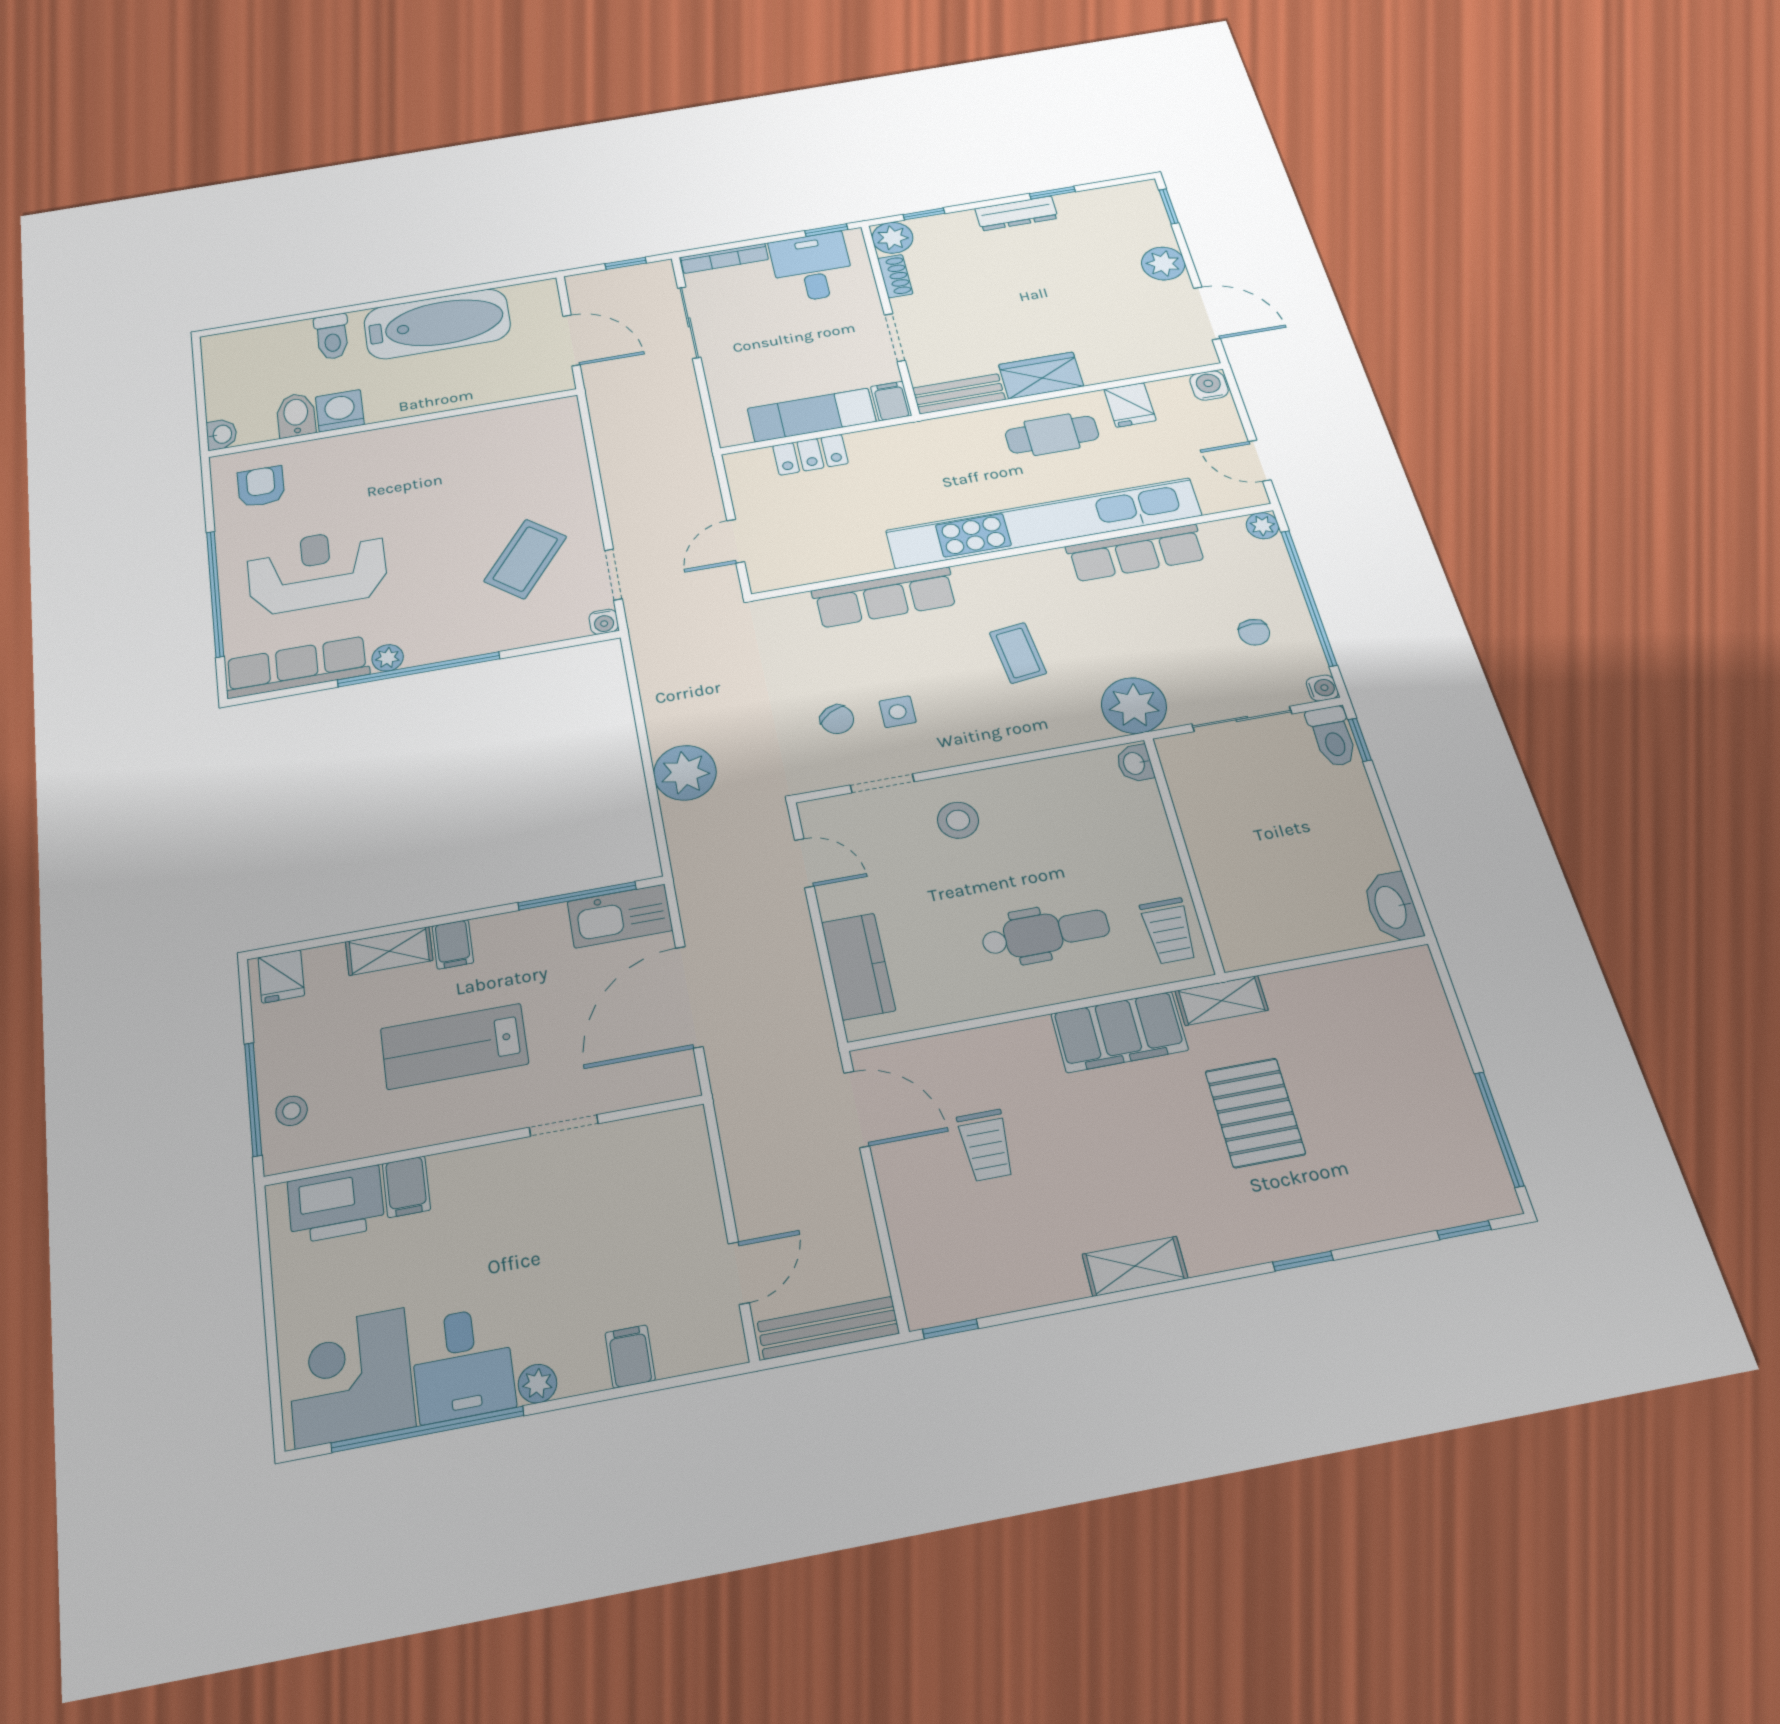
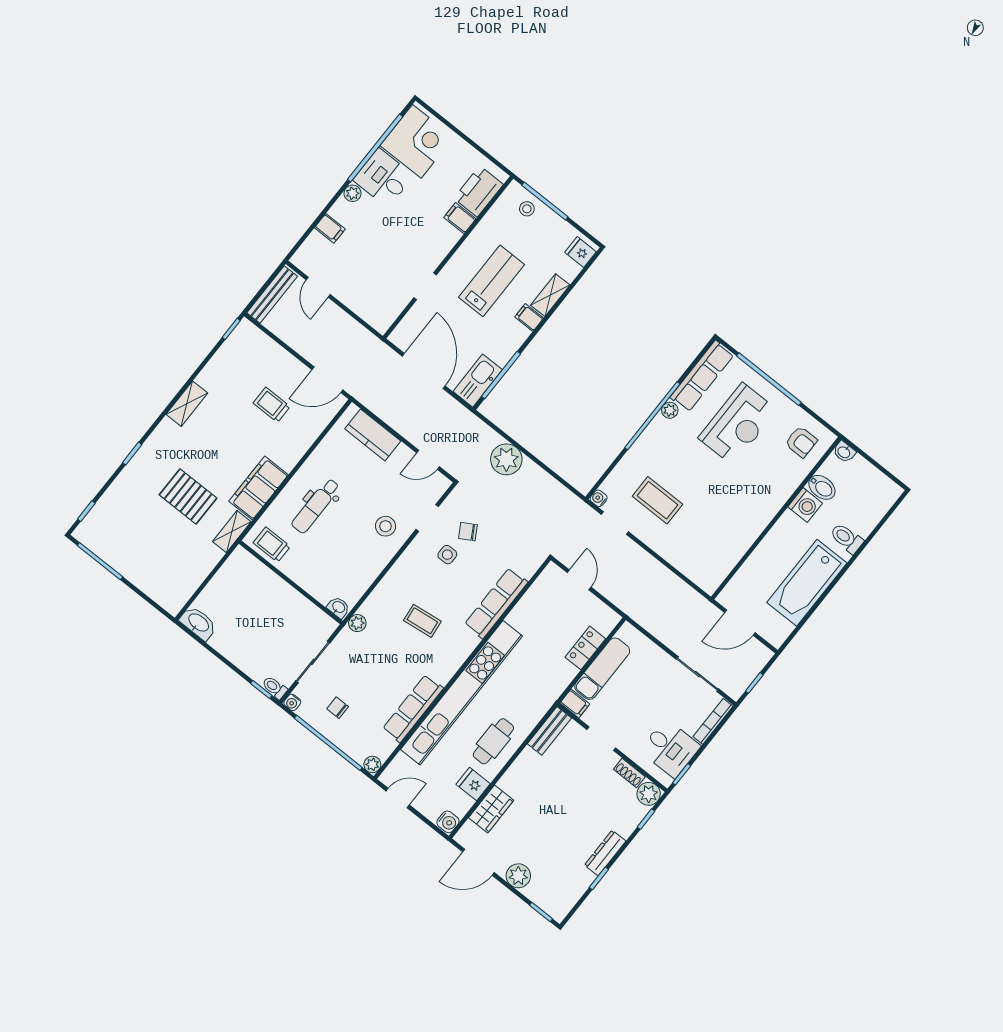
wardrobe: (1041, 375) -> (491, 809), moved
coffee table: (525, 559) -> (657, 500), turned -38
plant: (1134, 705) -> (357, 623), width x0.53, depth x0.53
toilet: (1332, 736) -> (275, 688), width x0.73, depth x0.72

